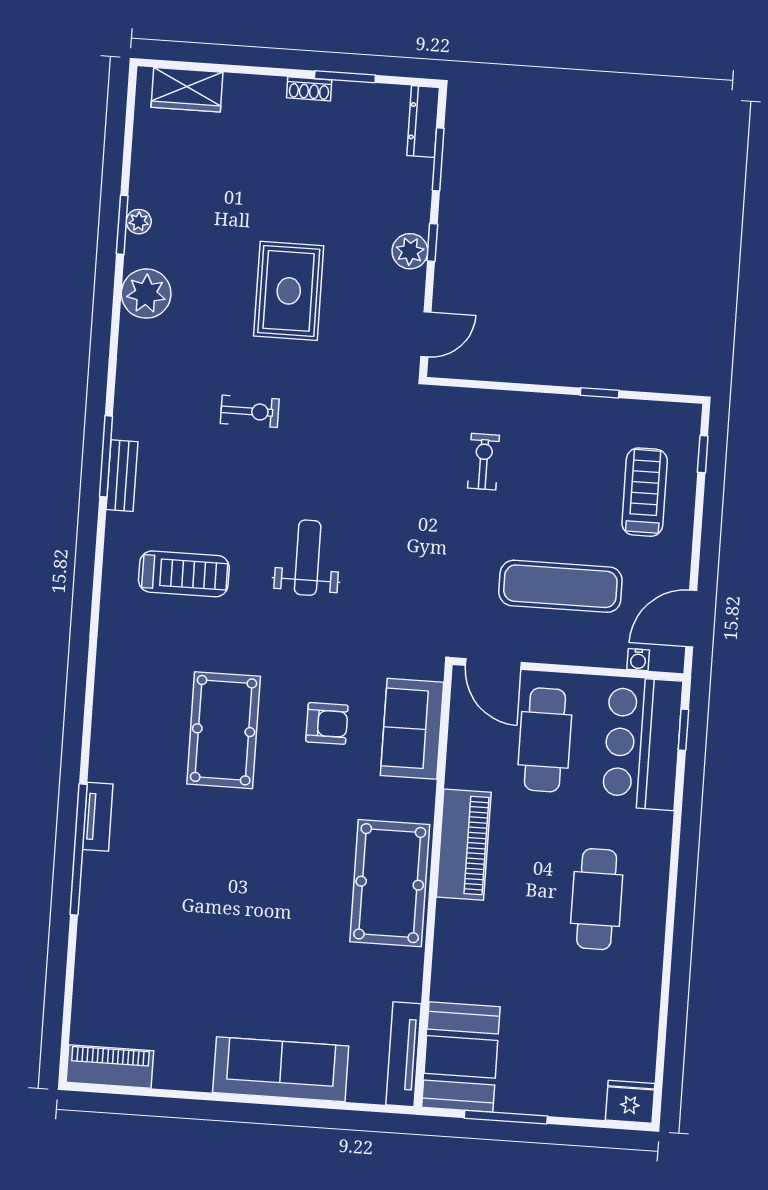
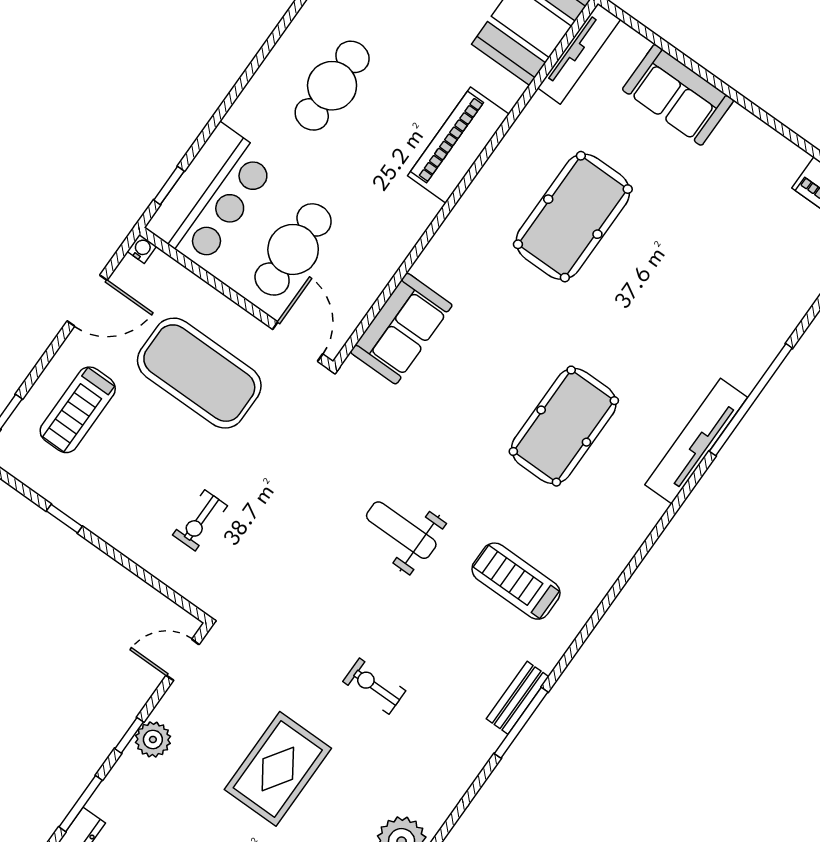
weight bench: (308, 558) -> (401, 530), turned 90
exercise mat: (560, 586) -> (199, 373), width x1.47
door: (691, 619) -> (87, 301), moved
water cooler: (638, 660) -> (142, 249), moved
armchair: (327, 723) -> (472, 378), removed
tv unit: (98, 817) -> (696, 441), width x1.92, depth x1.29
piano: (464, 845) -> (458, 145), moved
pool table: (390, 883) -> (573, 217), moved
sofa: (281, 1069) -> (678, 95), width x0.73

